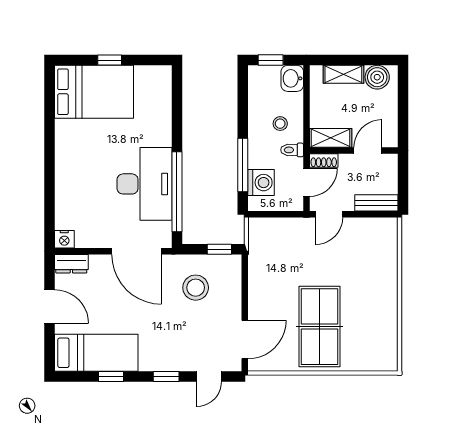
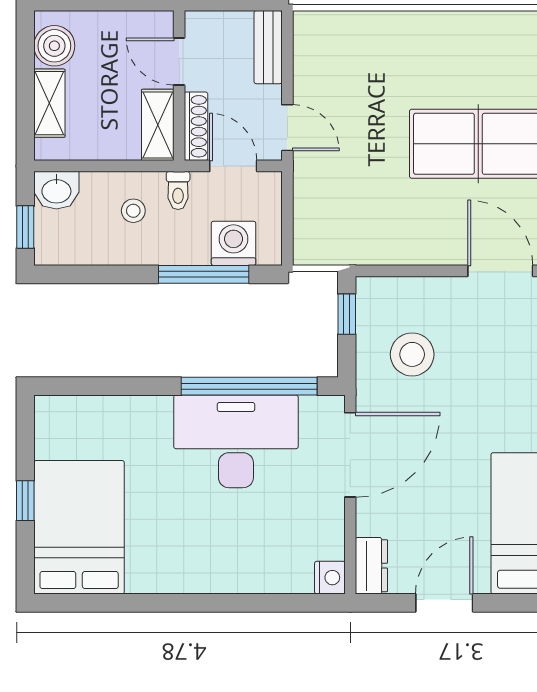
shoe rack: (324, 160) -> (196, 126), width x1.43

